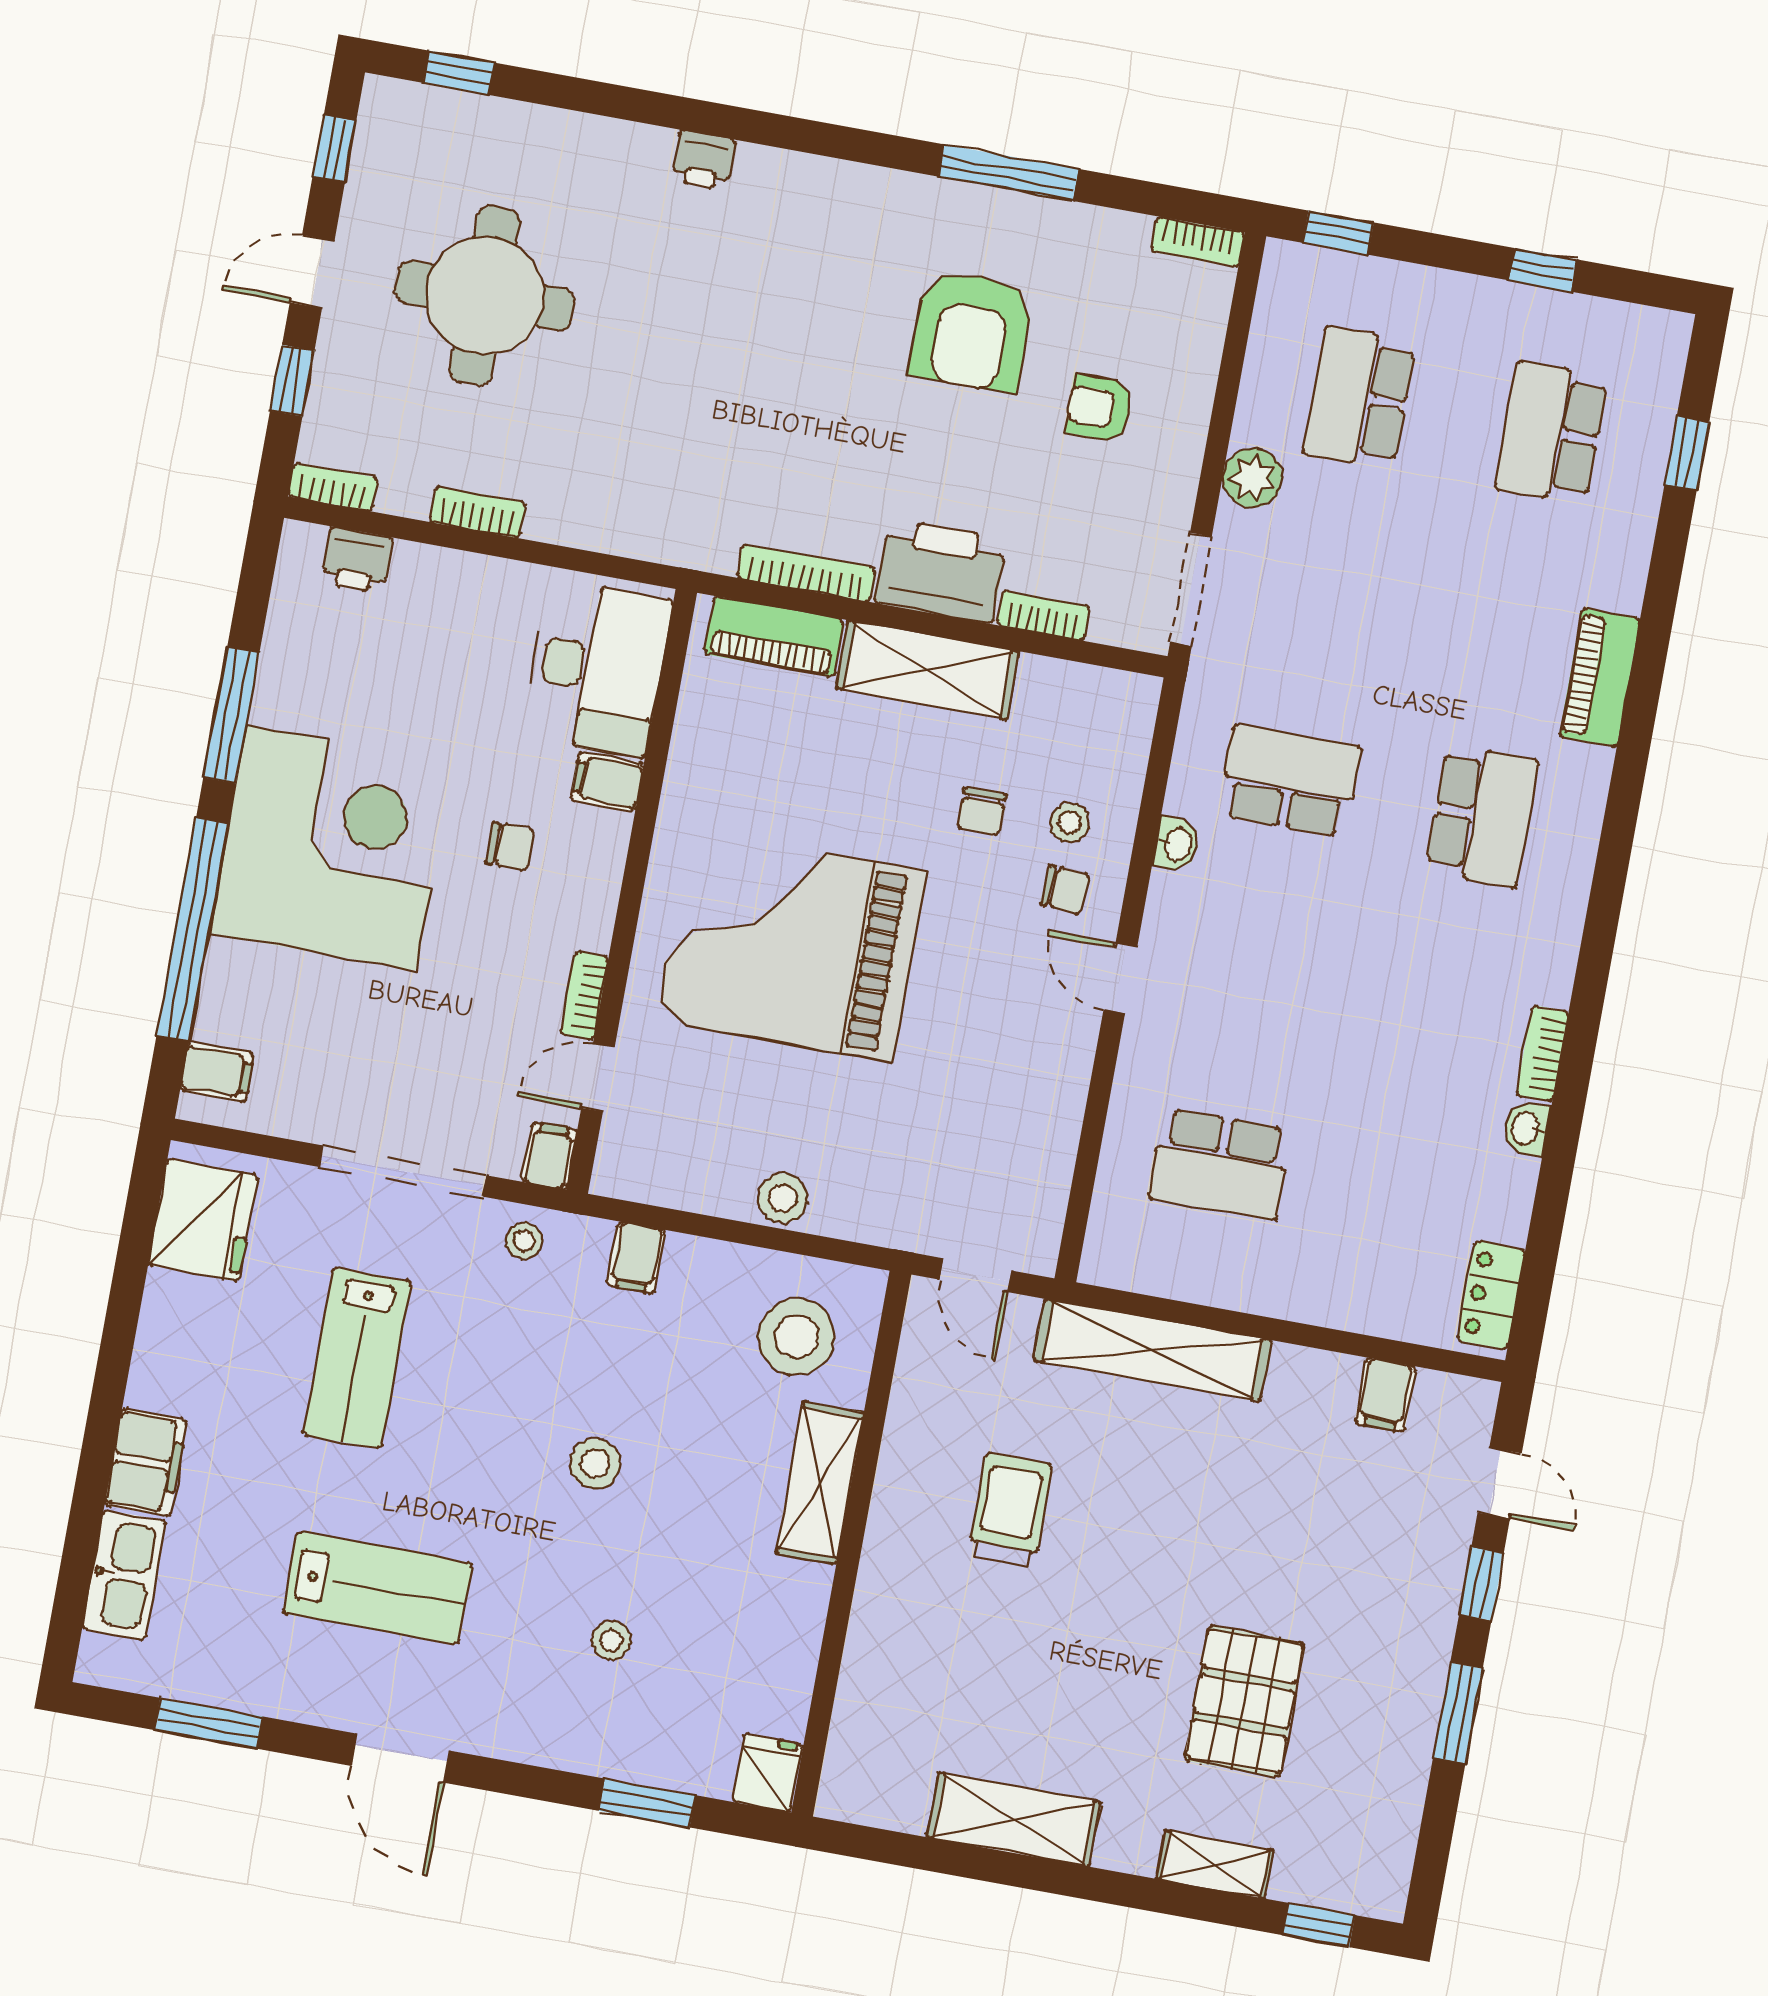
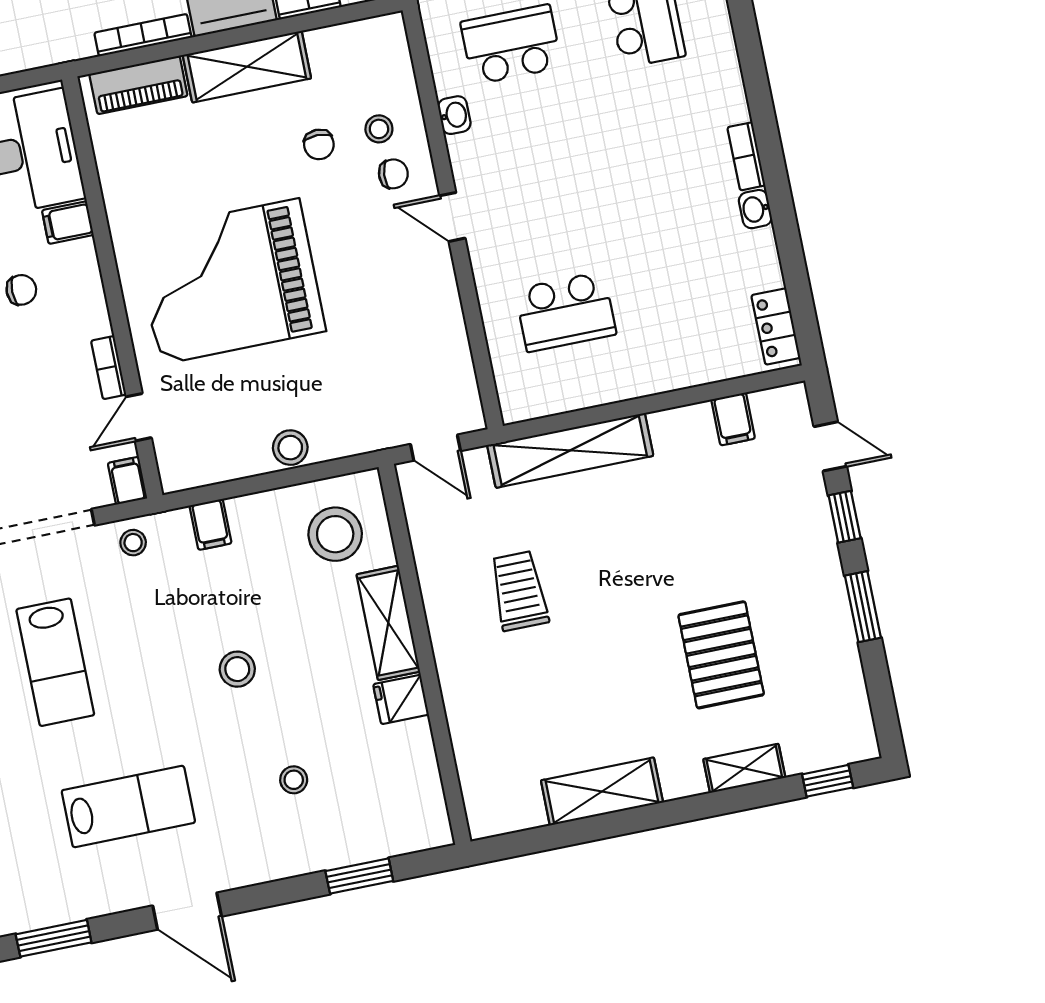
fridge: (767, 1773) -> (401, 699), moved, turned -90

